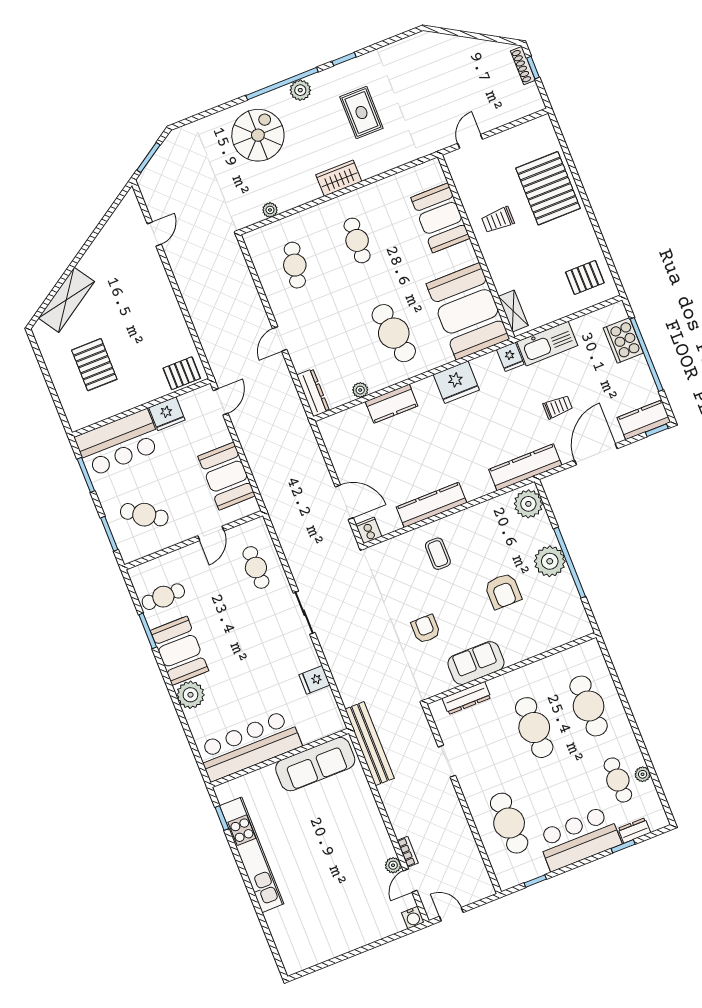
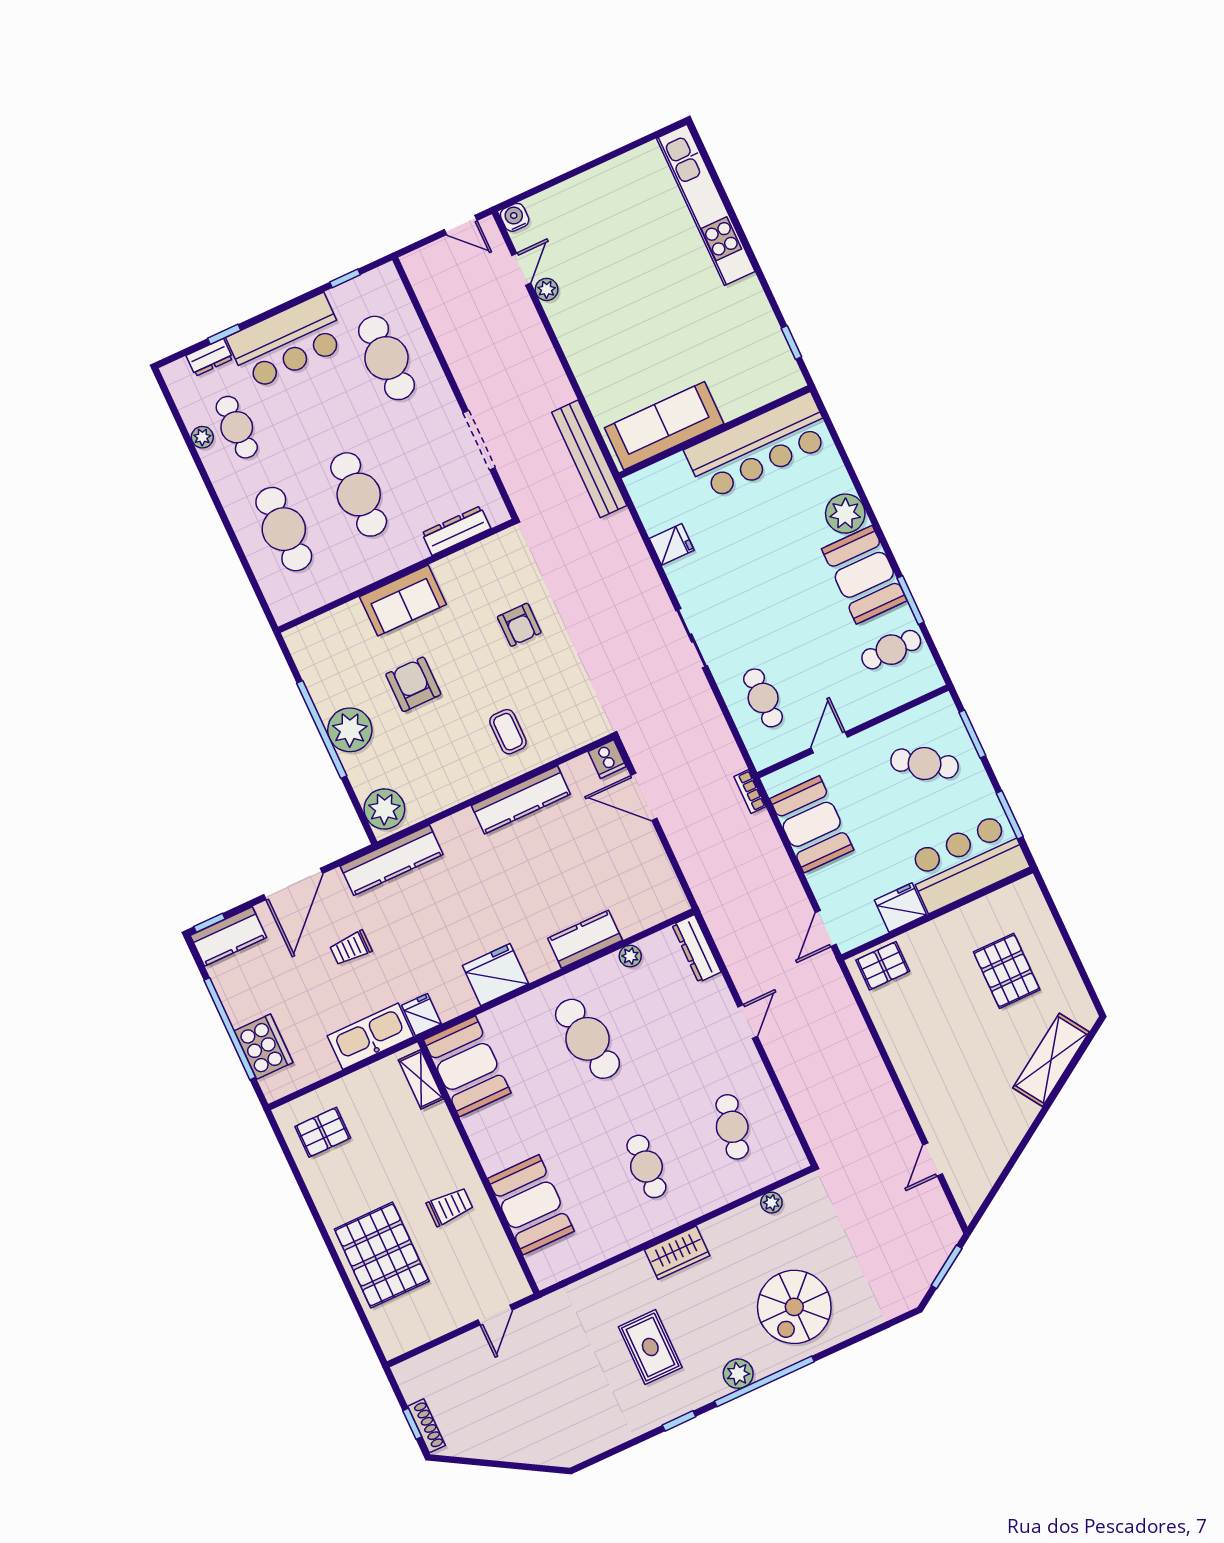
booth: (468, 311) -> (467, 1066), width x0.73, depth x0.70
sofa: (476, 663) -> (403, 601), moved
doorway: (447, 761) -> (479, 440), width x1.38
bookcase: (408, 852) -> (750, 792), moved
kitchen unit: (252, 855) -> (706, 205), moved

